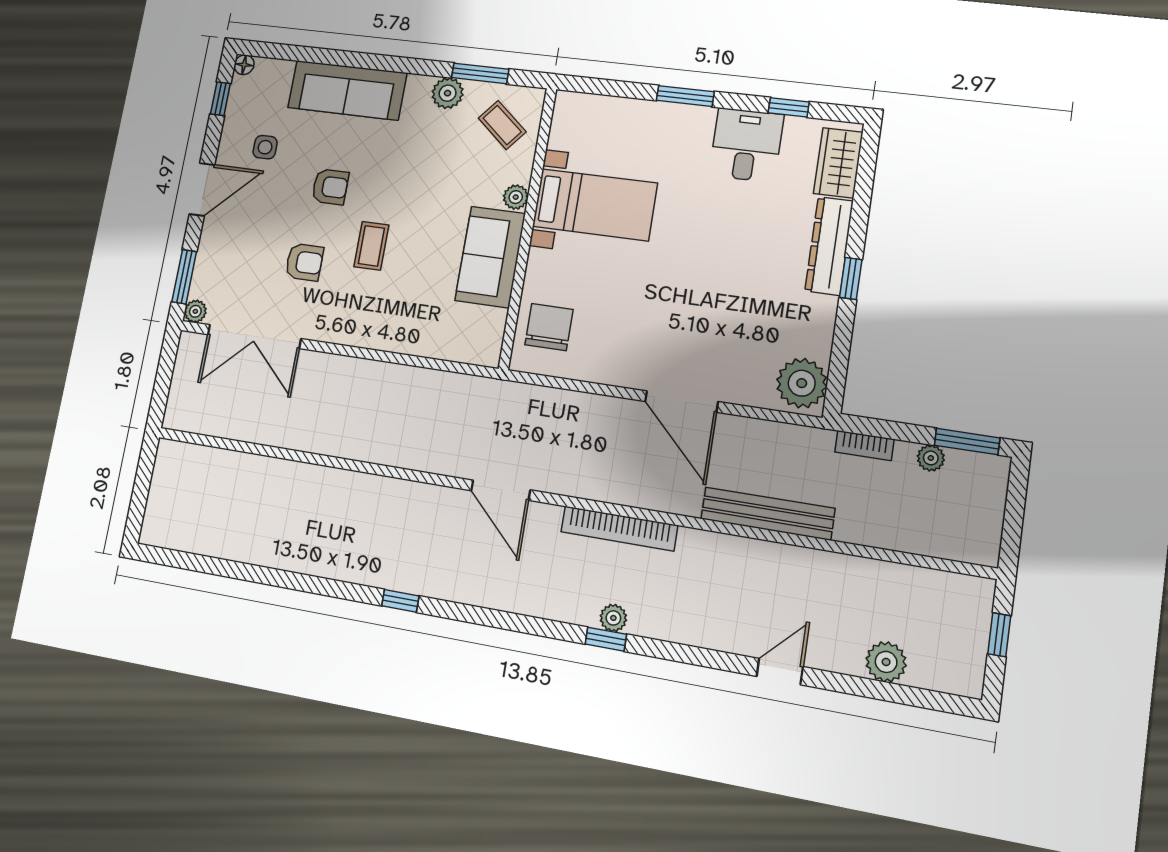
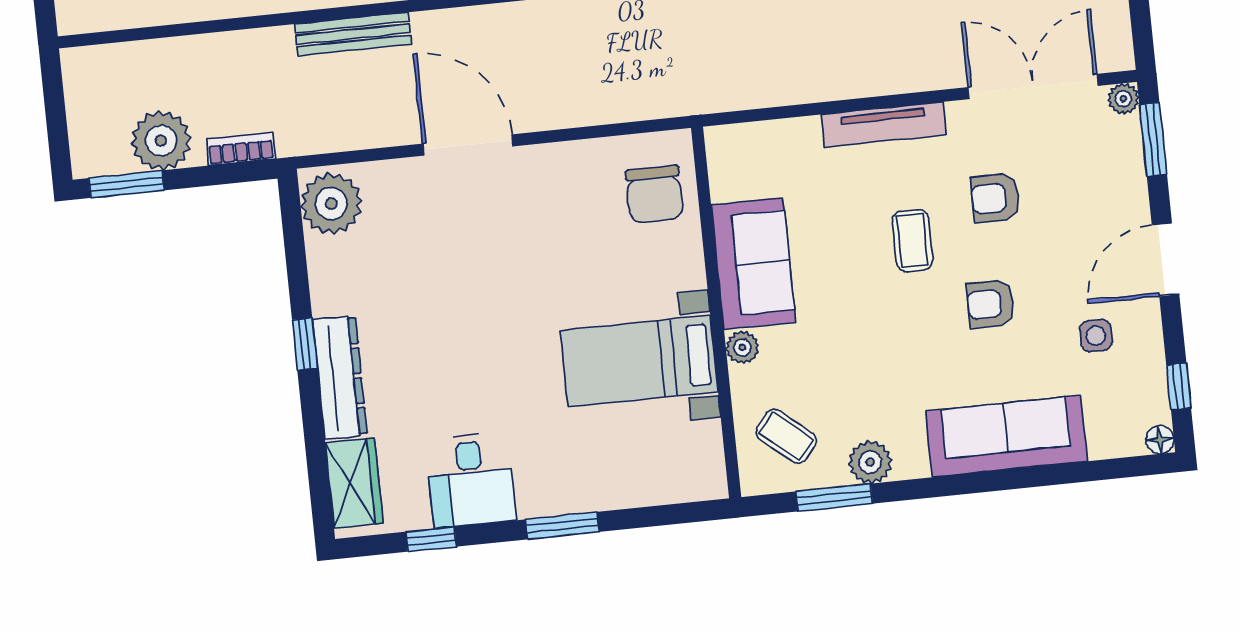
tv unit: (367, 336) -> (884, 125), added
plant: (931, 458) -> (161, 141), width x1.87, depth x1.87
bench: (768, 514) -> (353, 34), width x0.73, depth x0.82

